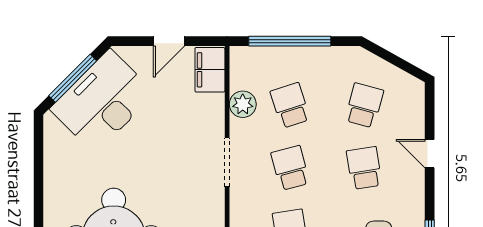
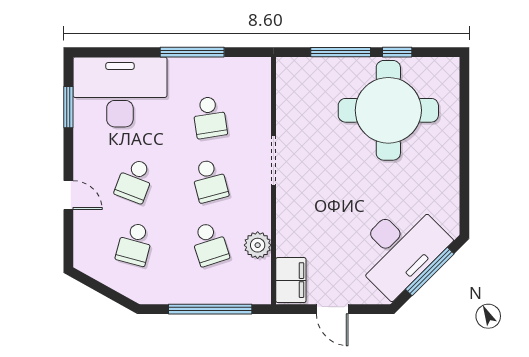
door: (169, 41) -> (332, 309), swing flipped
doorway: (227, 162) -> (273, 160), moved
school desk: (364, 168) -> (135, 181), turned 30

